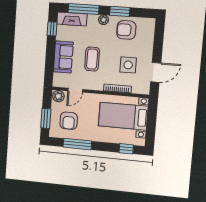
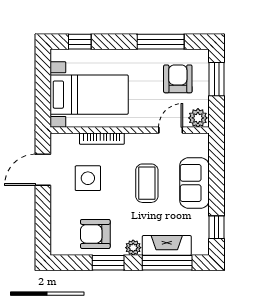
fireplace: (72, 19) -> (167, 245), moved
armchair: (126, 30) -> (95, 234), turned 180

